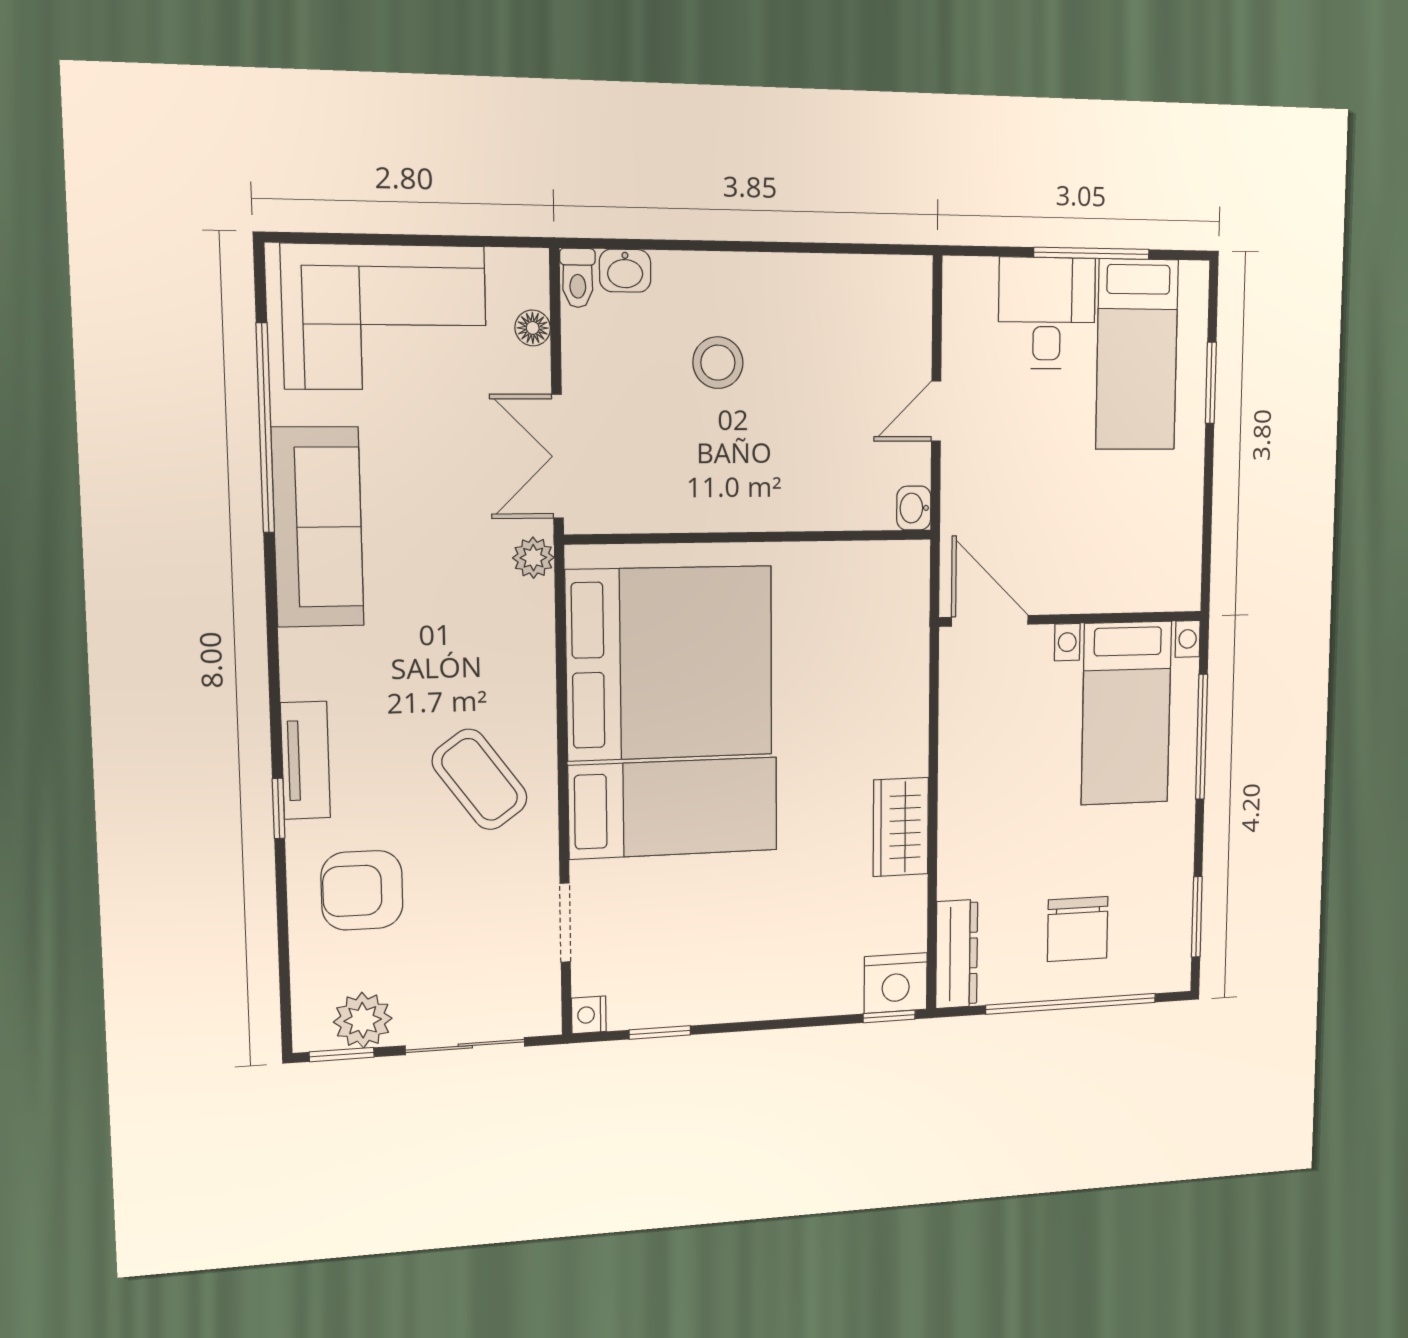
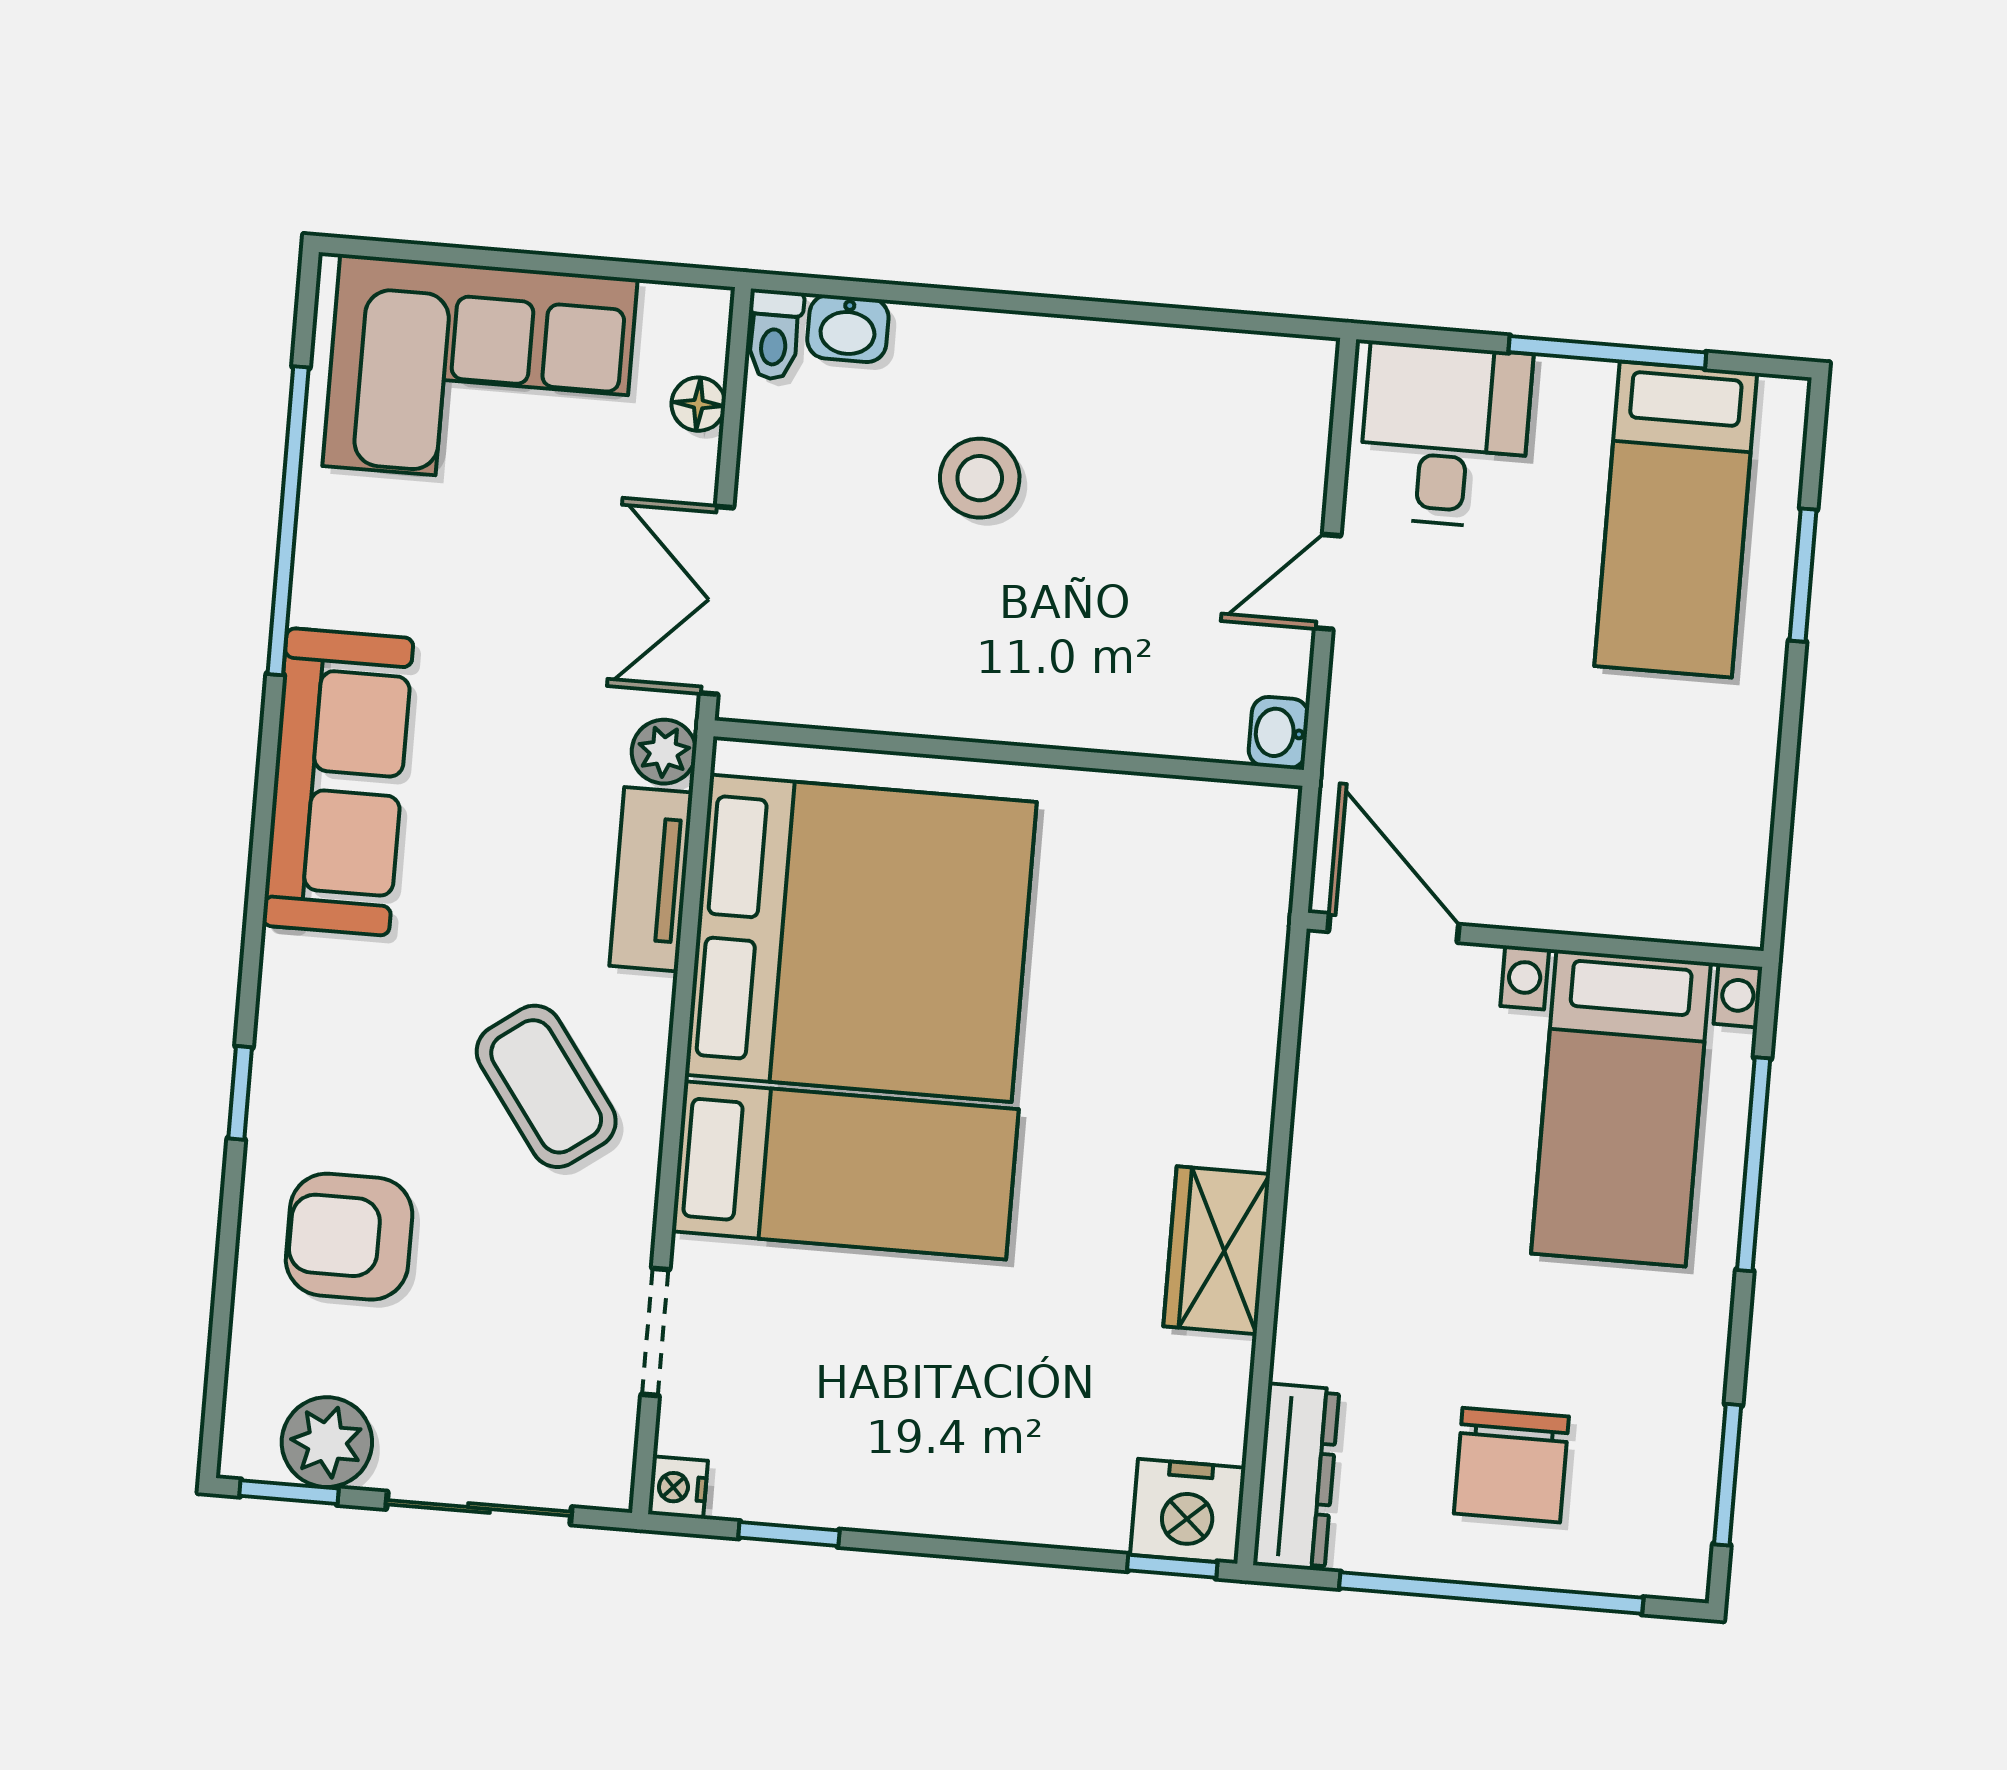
desk: (1047, 313) -> (1445, 435), moved
sofa: (318, 527) -> (338, 782), moved
tv unit: (305, 760) -> (651, 879), moved, turned 180

